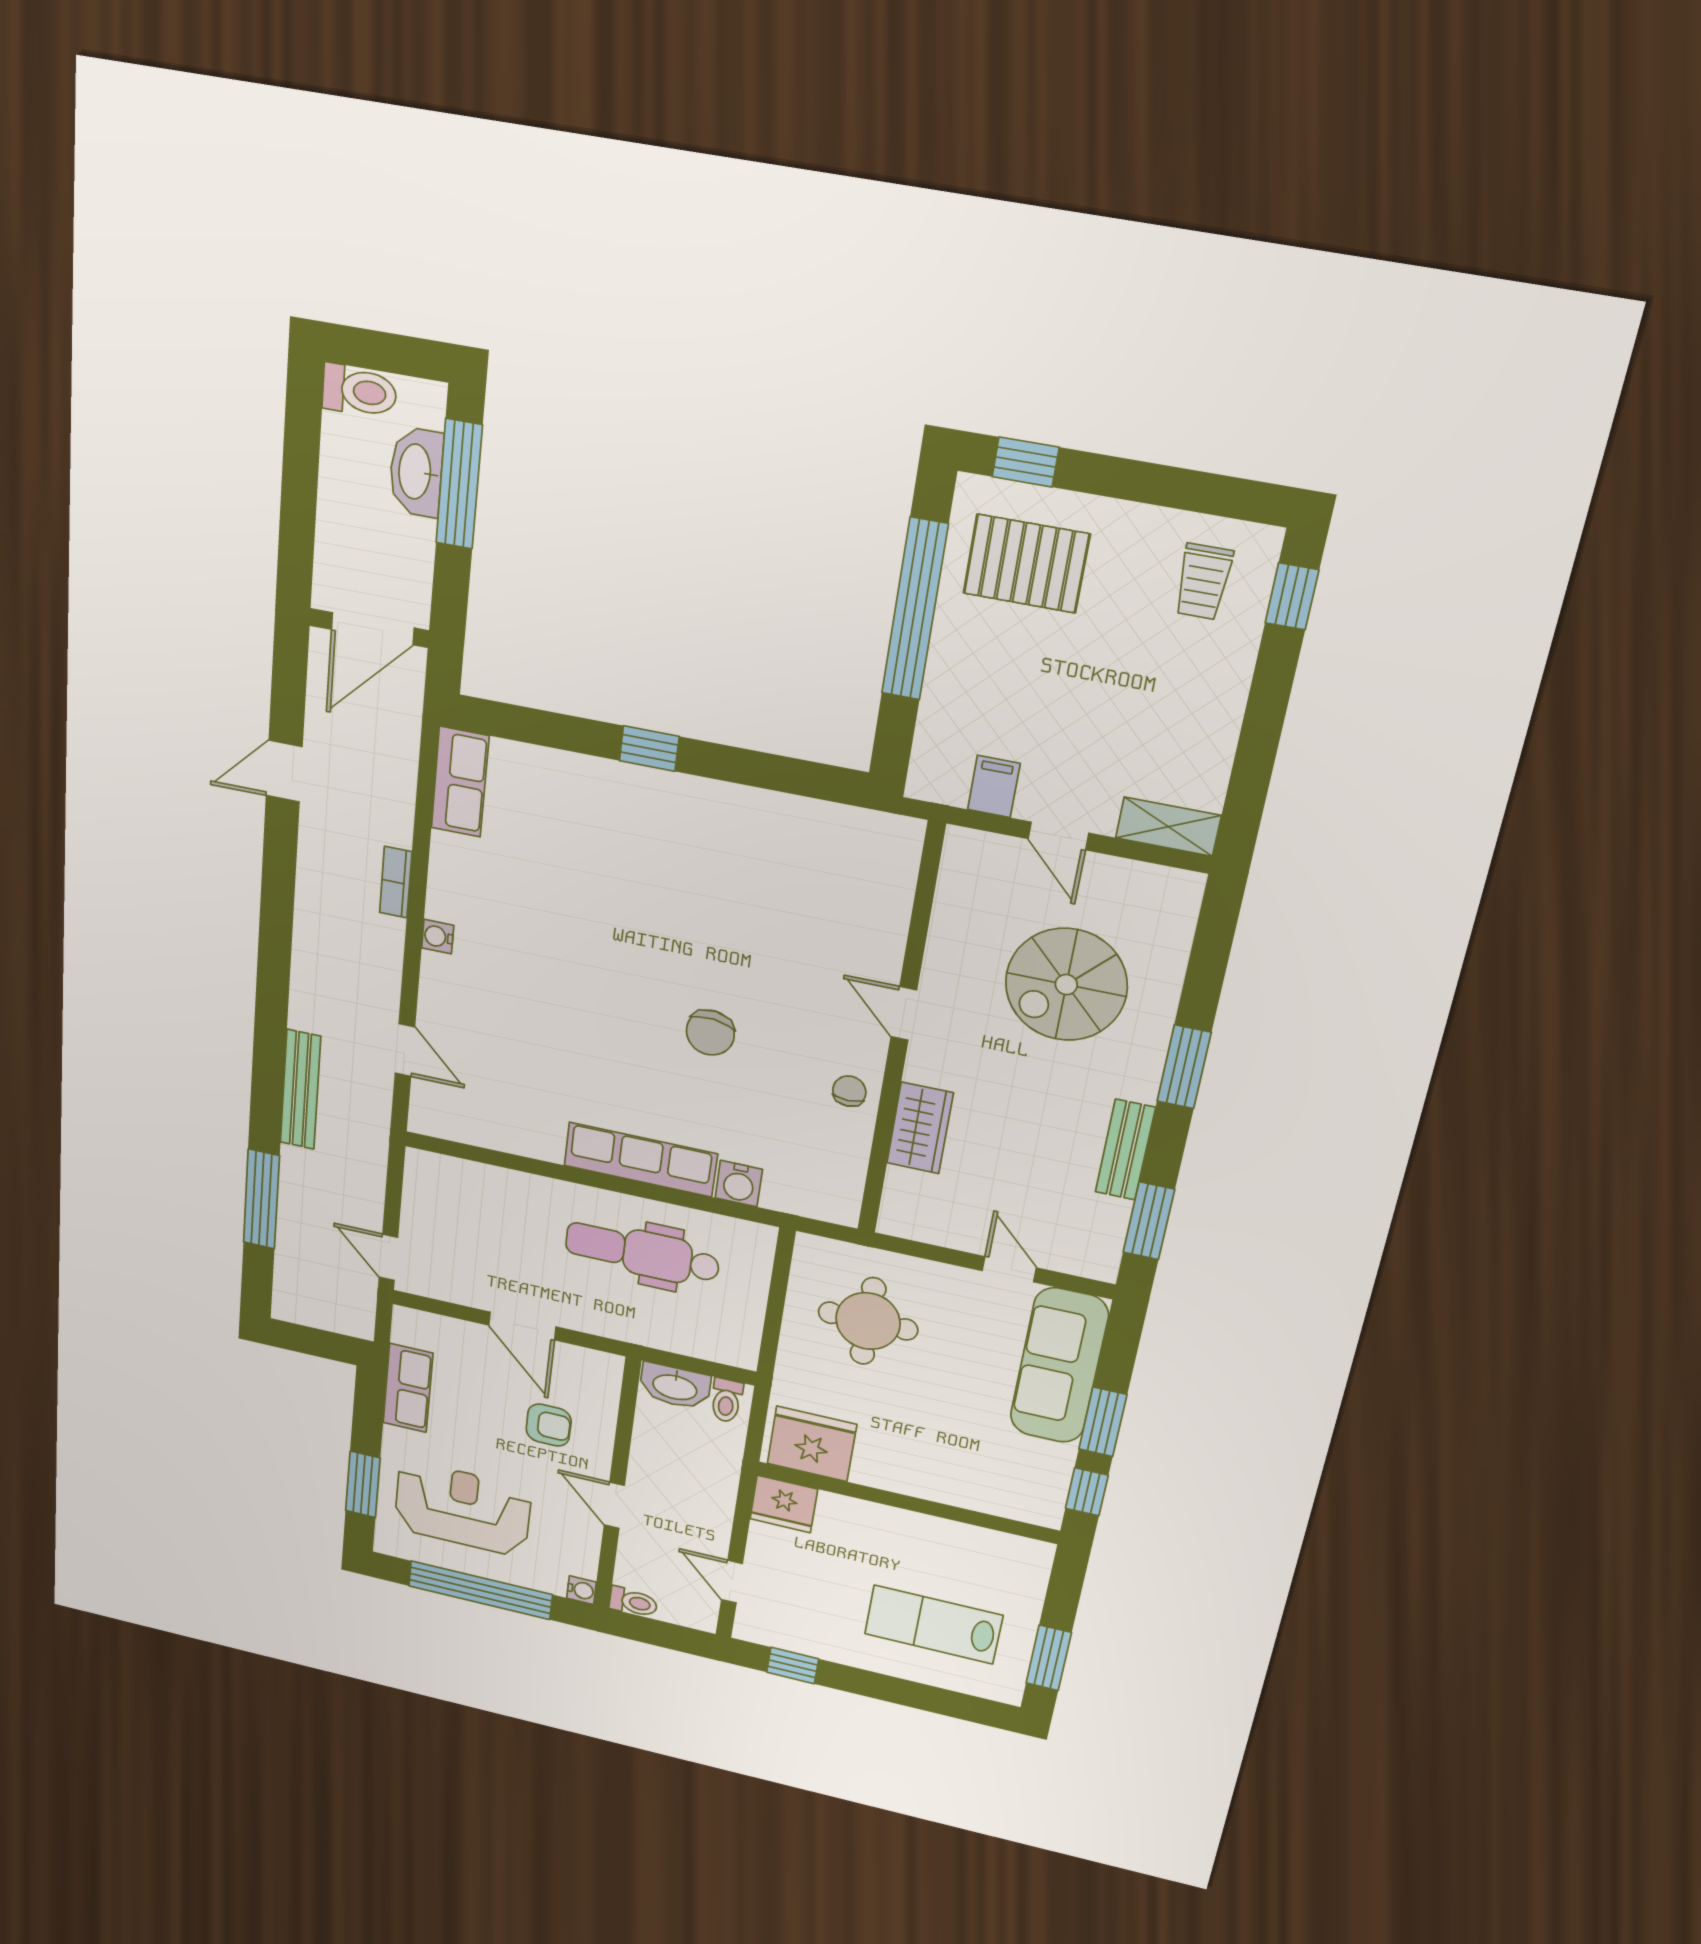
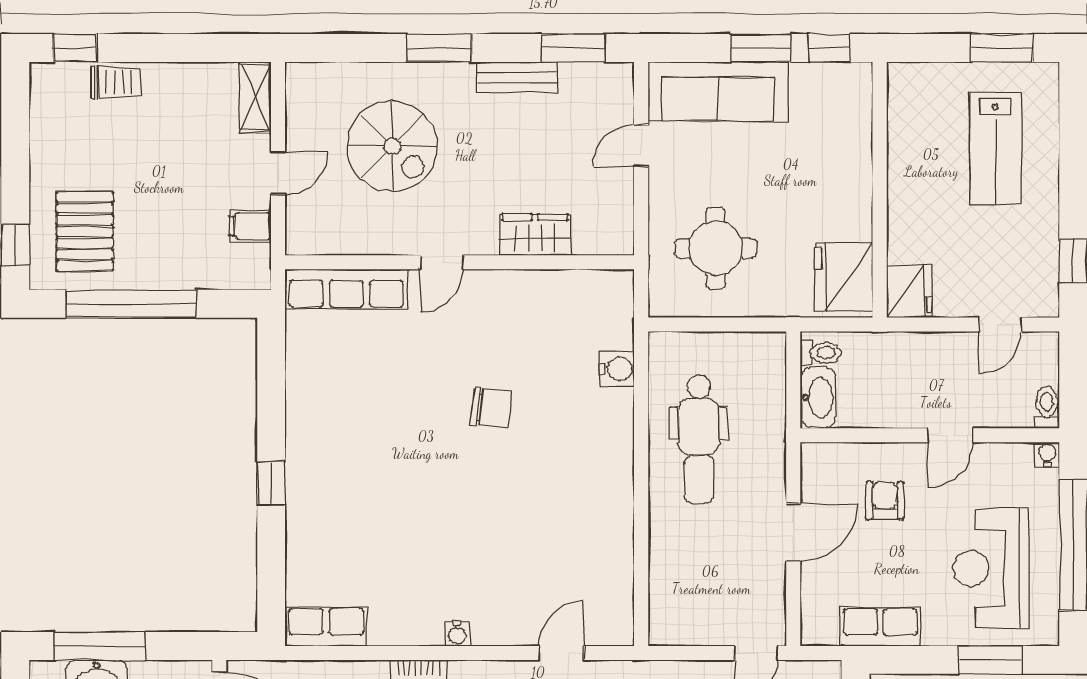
trolley: (1203, 582) -> (116, 82), moved
chair: (849, 1091) -> (516, 294), removed
row of seats: (640, 1160) -> (346, 289), moved, turned -90

